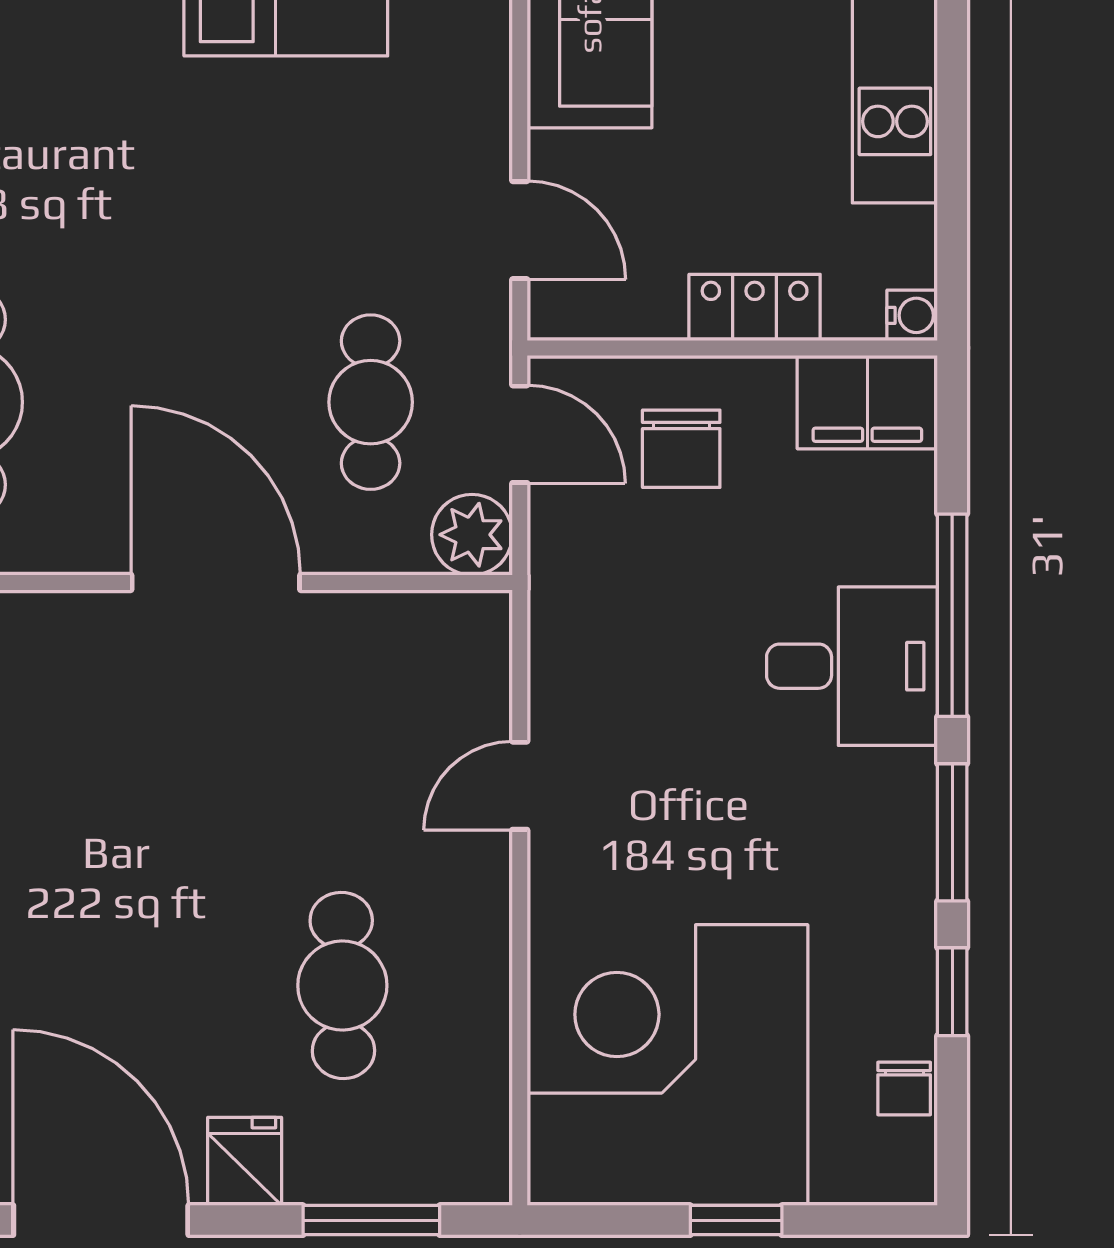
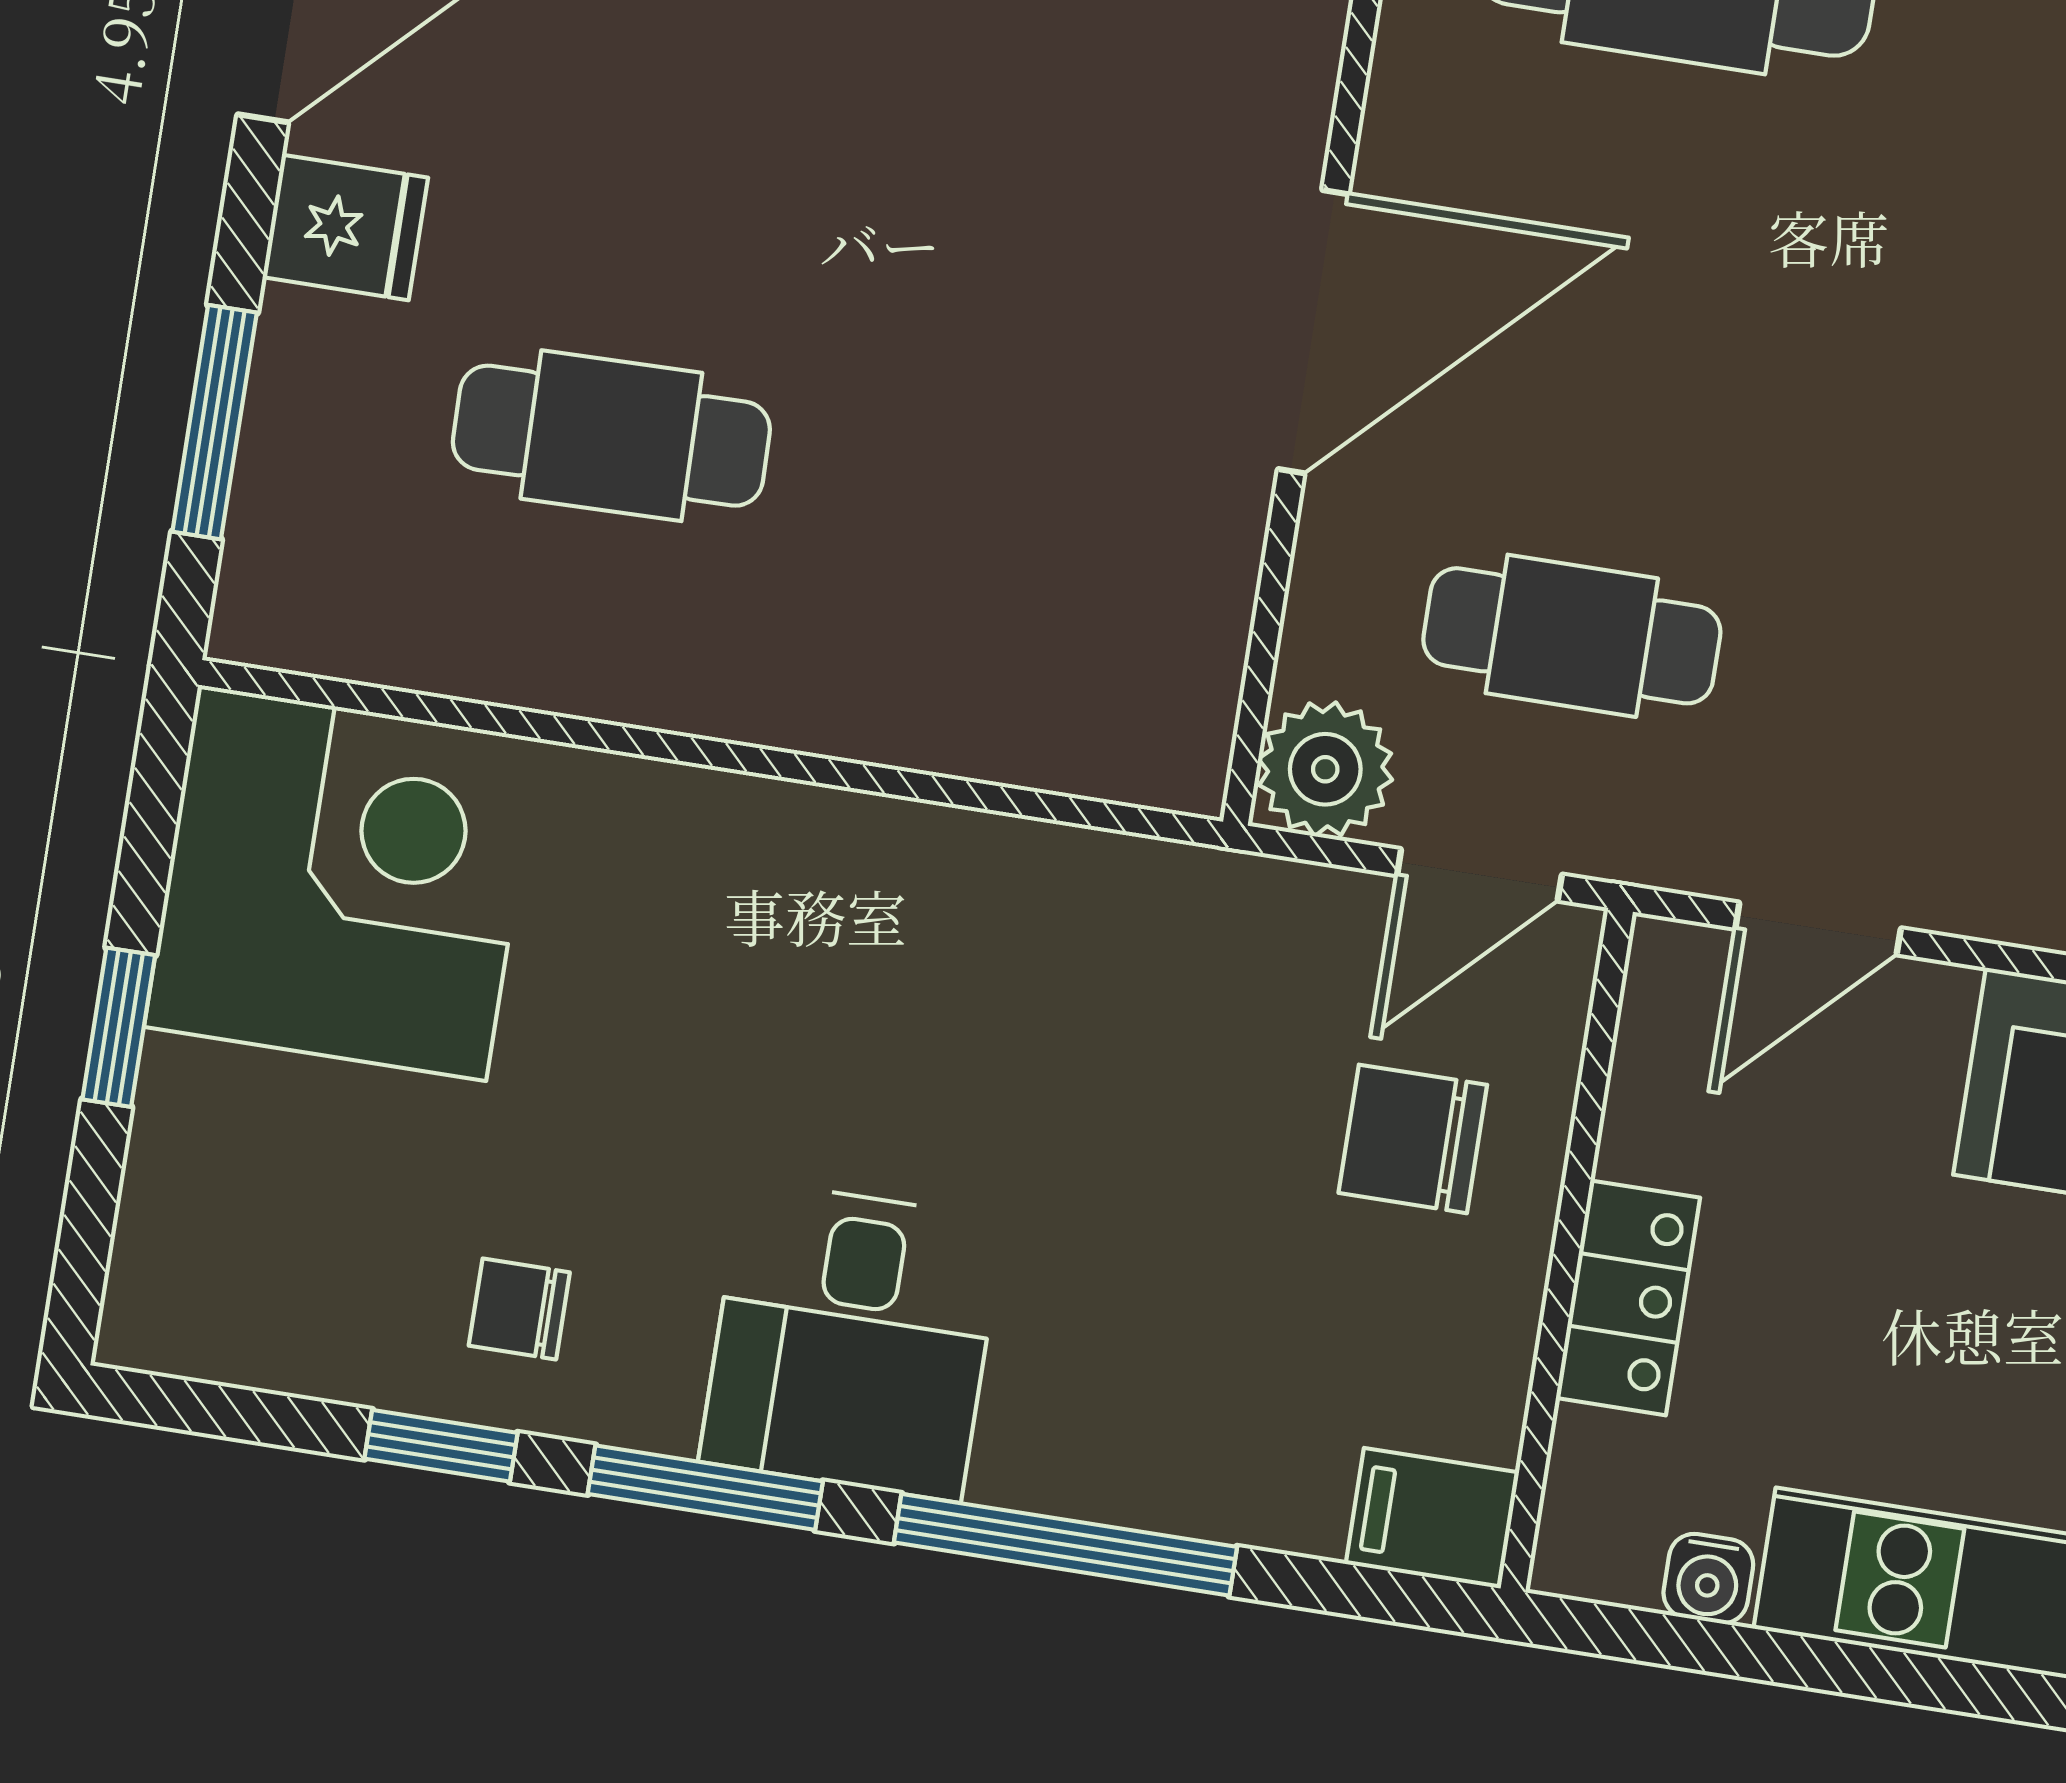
water cooler: (912, 315) -> (1708, 1579), moved
filing cabinet: (867, 402) -> (1432, 1518), width x0.50
desk: (852, 666) -> (852, 1341), moved
door: (520, 786) -> (896, 782), removed
corner desk: (667, 1065) -> (342, 883), width x0.74, depth x0.74
chair: (904, 1088) -> (519, 1309), moved

